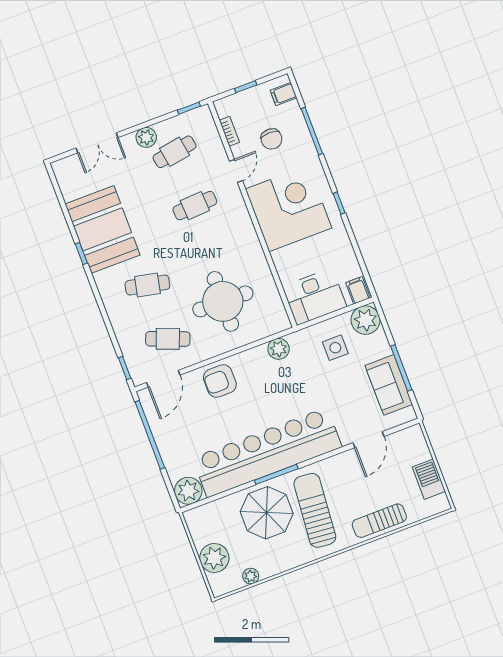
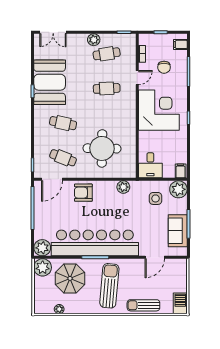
double door: (97, 143) -> (53, 32), moved
desk: (315, 297) -> (150, 165), width x0.73
barbecue: (429, 479) -> (180, 303), moved
parasol: (267, 513) -> (70, 278), moved
plant: (214, 558) -> (43, 267), moved

